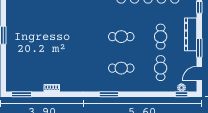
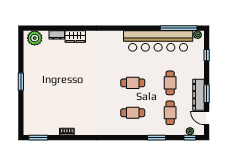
dresser: (191, 34) -> (199, 95), moved
door: (199, 74) -> (207, 118), hinge flipped
window: (109, 94) -> (156, 138), moved

